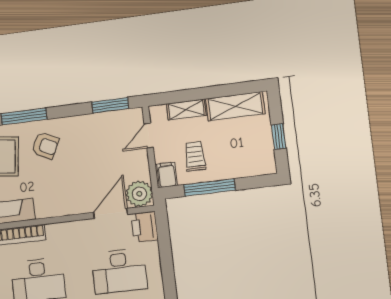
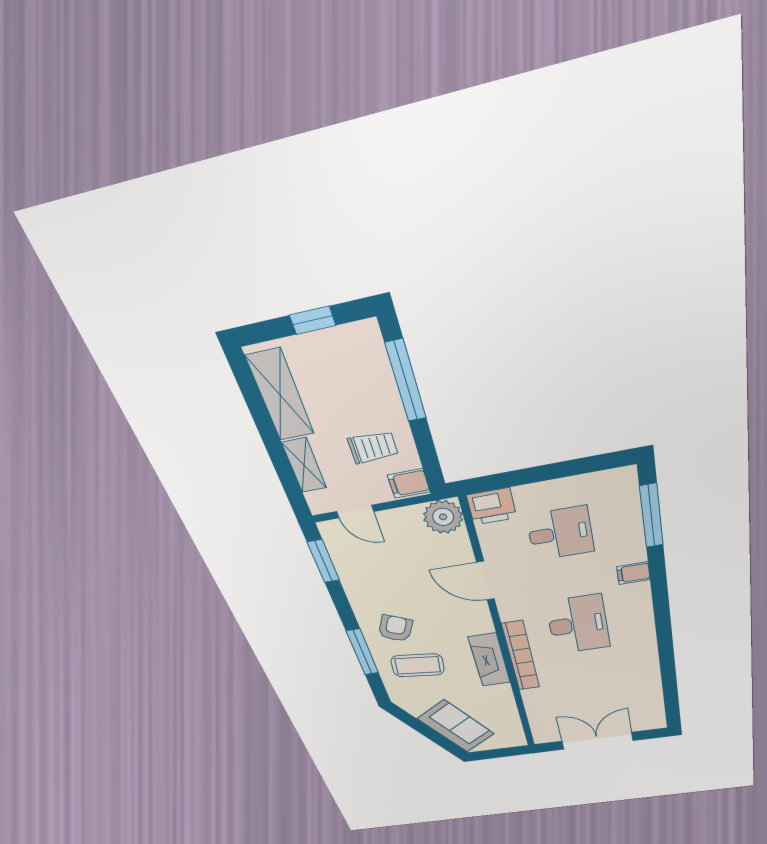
trolley: (195, 156) -> (373, 447), turned 180
window: (209, 187) -> (406, 381), moved
door: (111, 213) -> (486, 581), moved
desk: (119, 271) -> (560, 533), width x0.73

